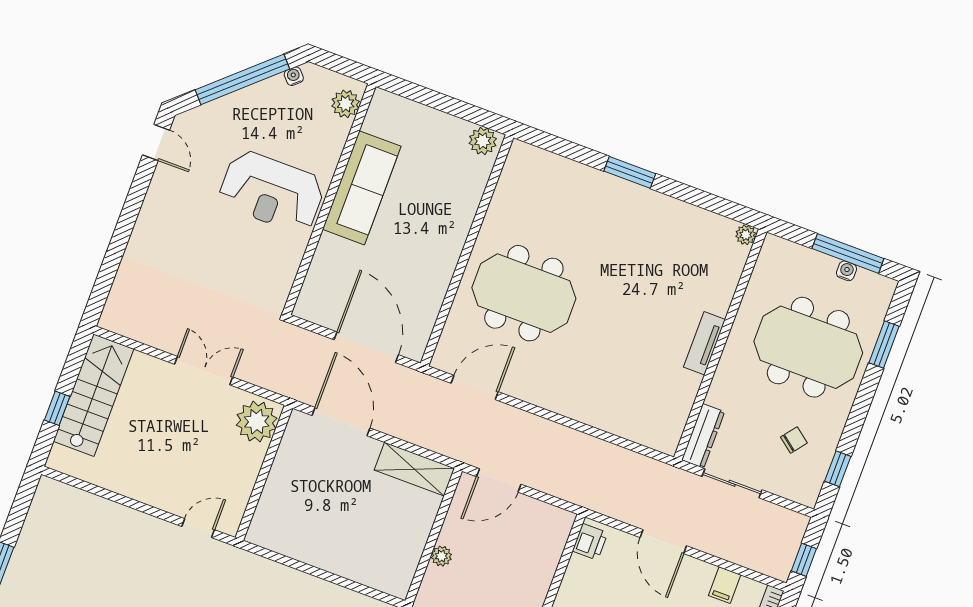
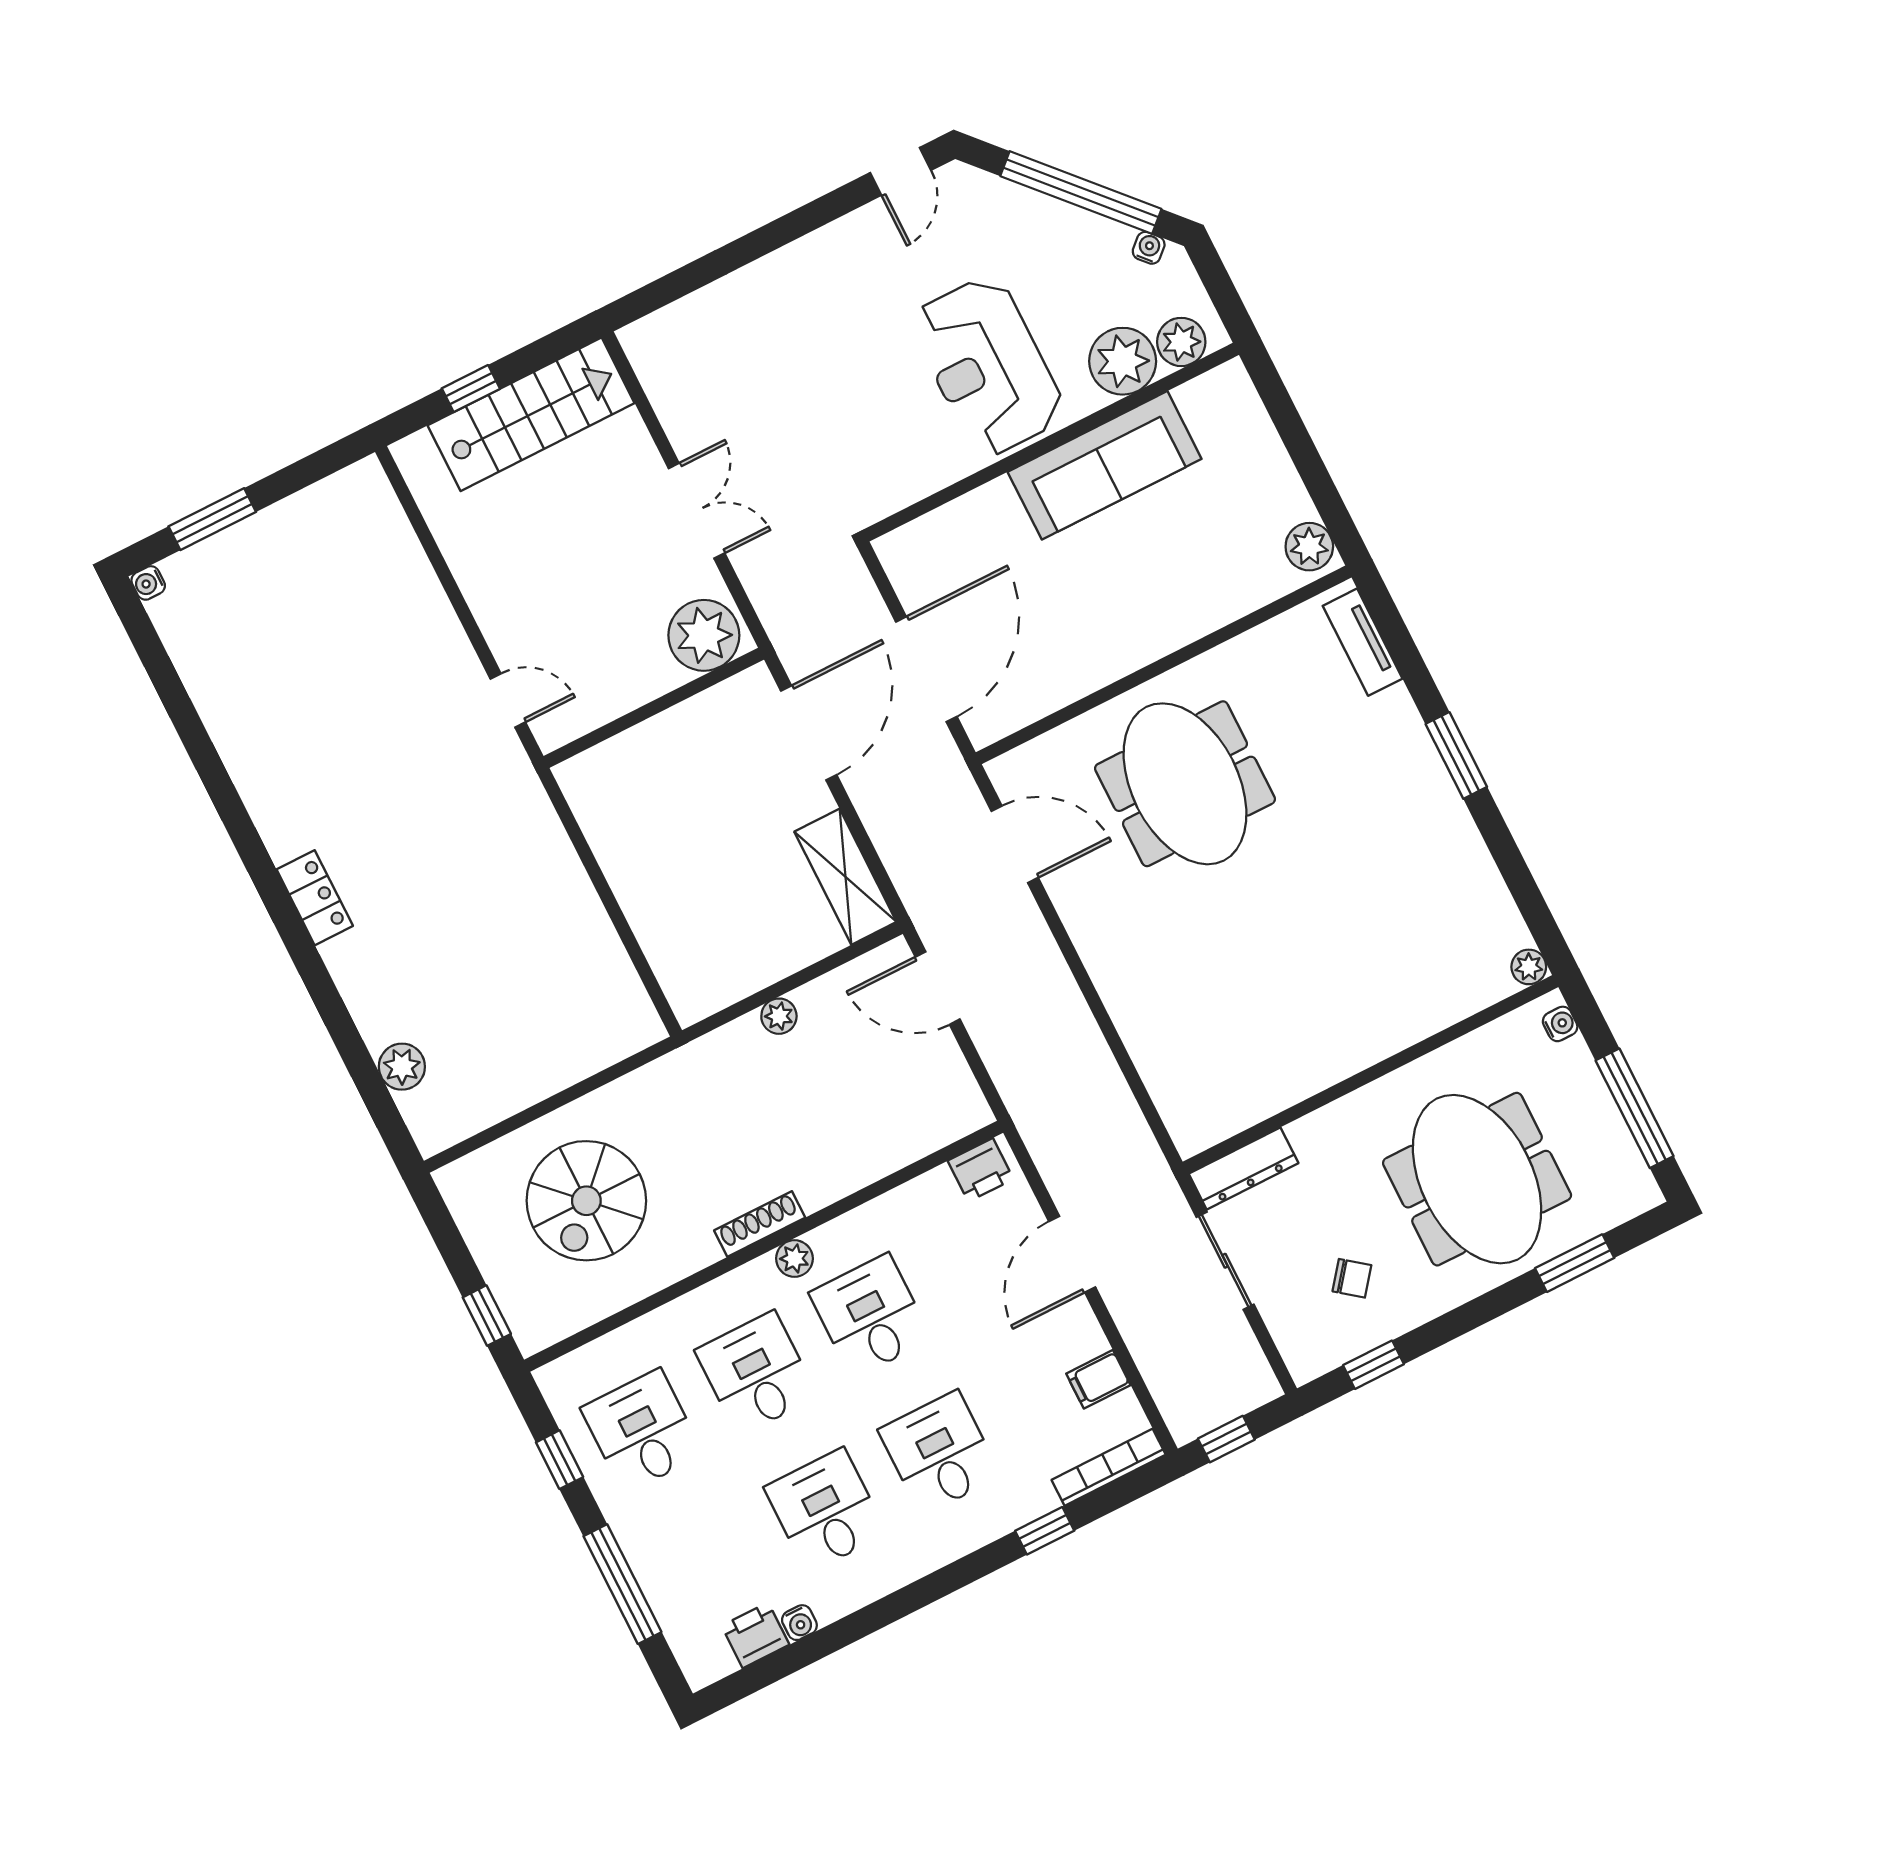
plant: (328, 136) -> (1123, 361), added
water cooler: (846, 271) -> (1560, 1024), moved
tv unit: (704, 343) -> (1363, 642), moved, turned -90

